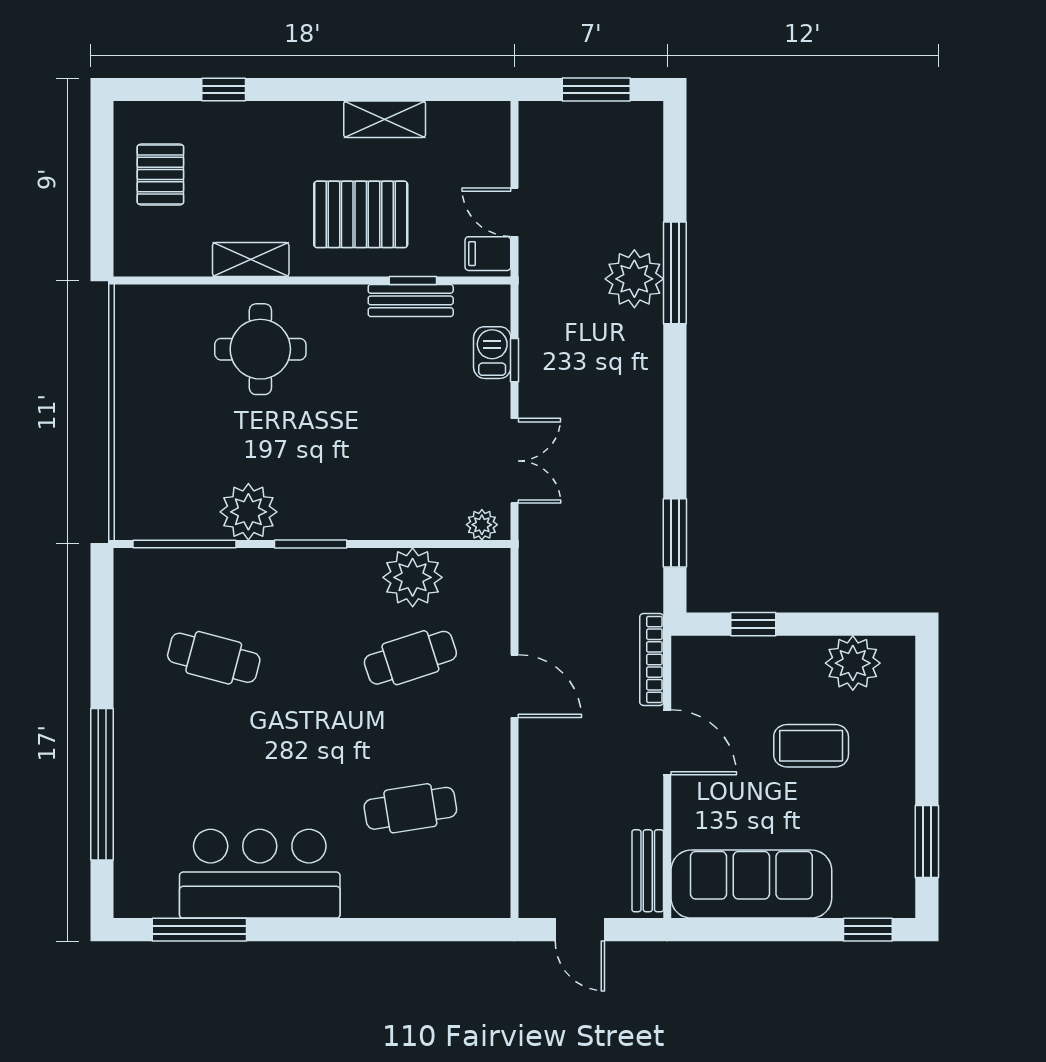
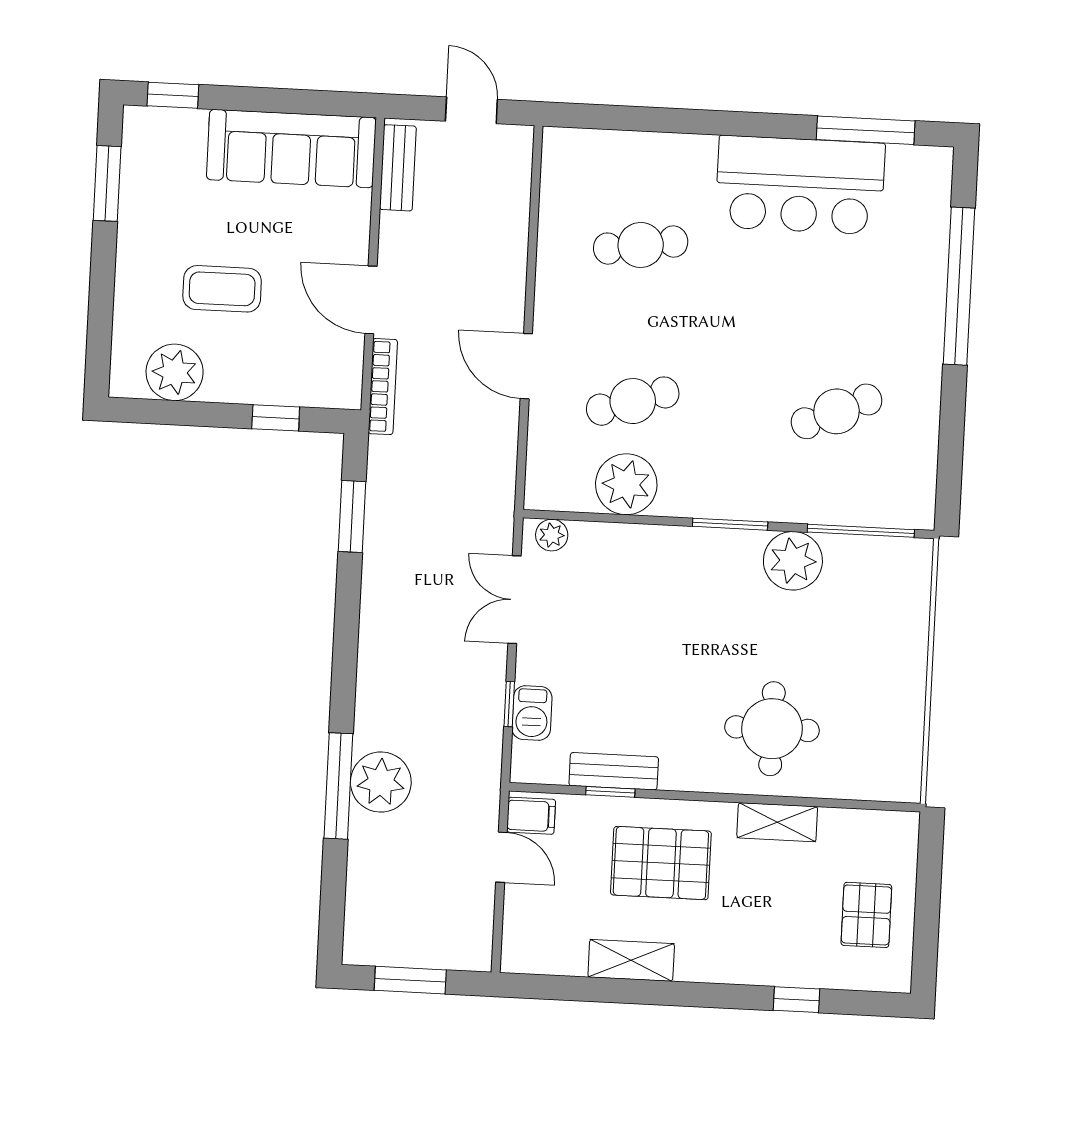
cafe table: (214, 658) -> (837, 411), turned -39

